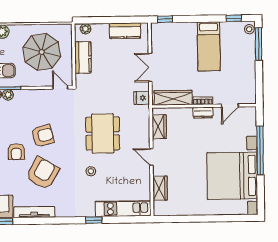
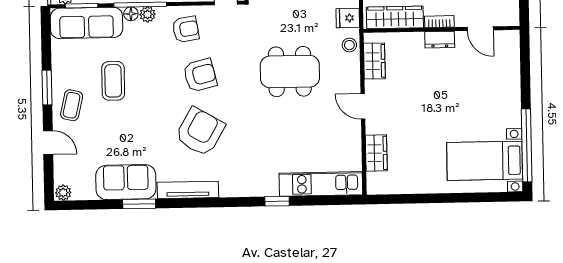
door: (230, 105) -> (480, 29), hinge flipped
dining table: (103, 133) -> (290, 72), turned 90
window: (260, 150) -> (527, 145), moved
armchair: (16, 152) -> (186, 29), moved, turned -99
stool: (91, 171) -> (349, 45), moved
bed with nightstands: (232, 176) -> (485, 161), width x0.54

